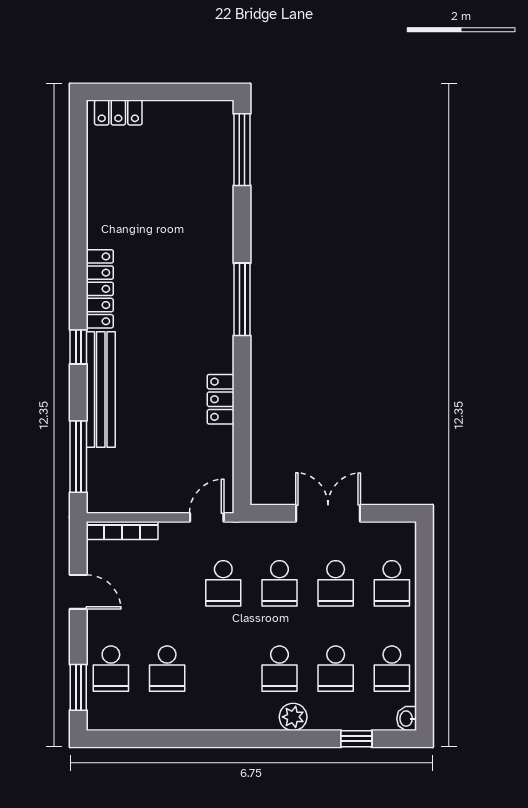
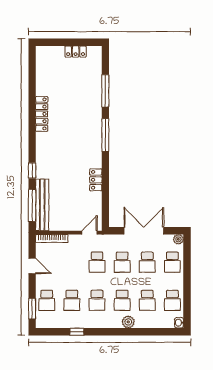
locker: (118, 113) -> (76, 51), moved
window: (242, 150) -> (105, 91), moved
locker: (100, 289) -> (42, 114), moved
window: (78, 347) -> (32, 170), moved
bench: (101, 389) -> (42, 205), moved
double door: (328, 513) -> (144, 231), width x1.37
plant: (405, 532) -> (178, 239), added
school desk: (223, 669) -> (97, 300), added
window: (356, 739) -> (77, 332), moved

